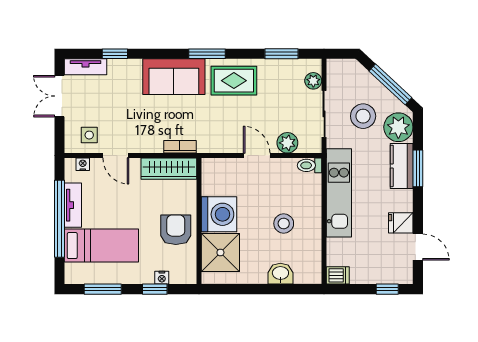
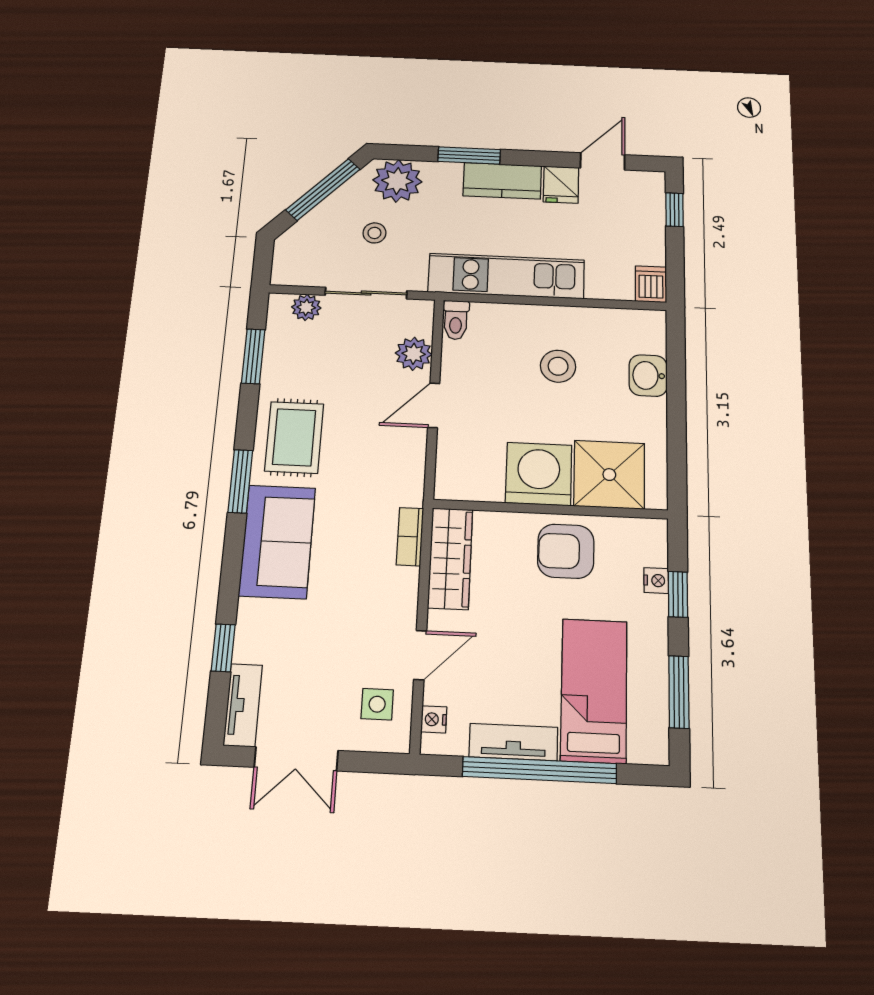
stool: (363, 116) -> (374, 233), width x0.53, depth x0.53
kitchen counter: (402, 166) -> (502, 181), moved

